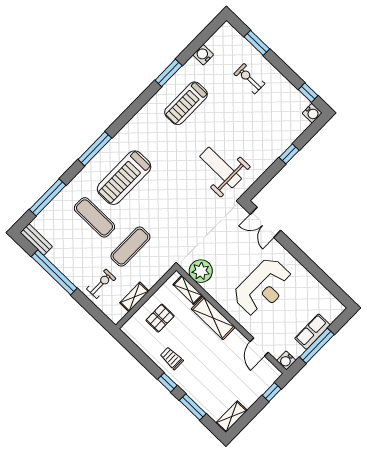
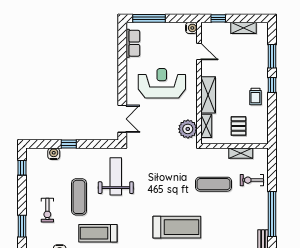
treadmill: (186, 103) -> (98, 233), turned 180
water cooler: (312, 113) -> (54, 154), moved
weight bench: (221, 167) -> (116, 176), turned 180
exercise mat: (94, 217) -> (79, 197), moved
pallet: (160, 318) -> (239, 126), turned 90
row of seats: (312, 332) -> (133, 43), moved, turned -90
window: (317, 346) -> (149, 18), moved
door: (259, 347) -> (199, 52), hinge flipped
shelving: (232, 417) -> (243, 28), moved

